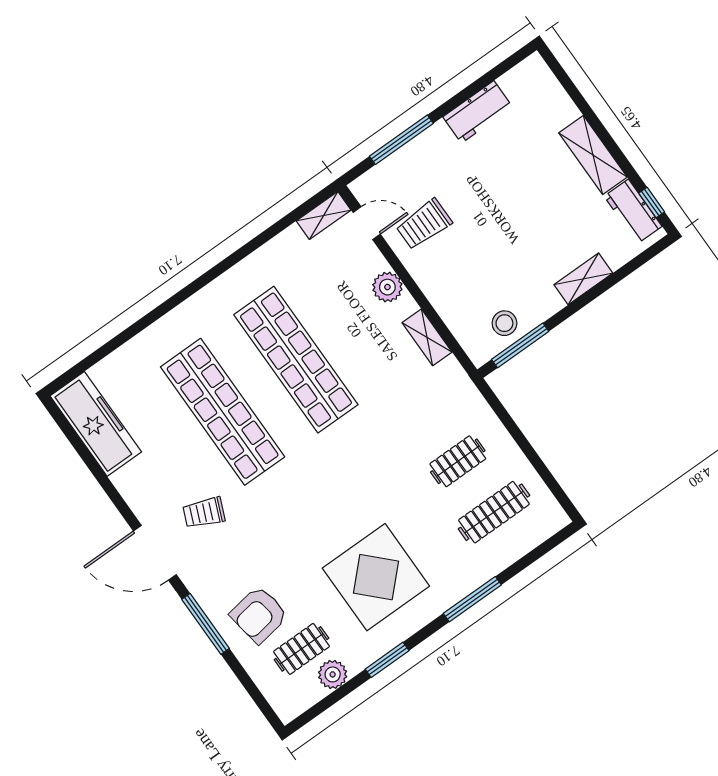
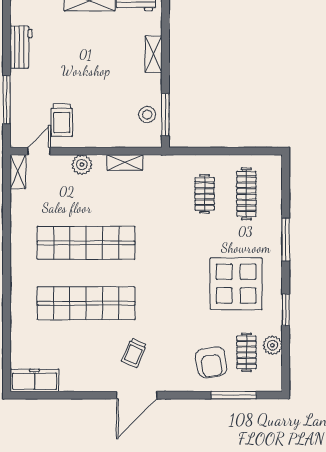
freezer: (96, 424) -> (34, 380), width x0.73, depth x0.79
window: (206, 624) -> (233, 395), moved

